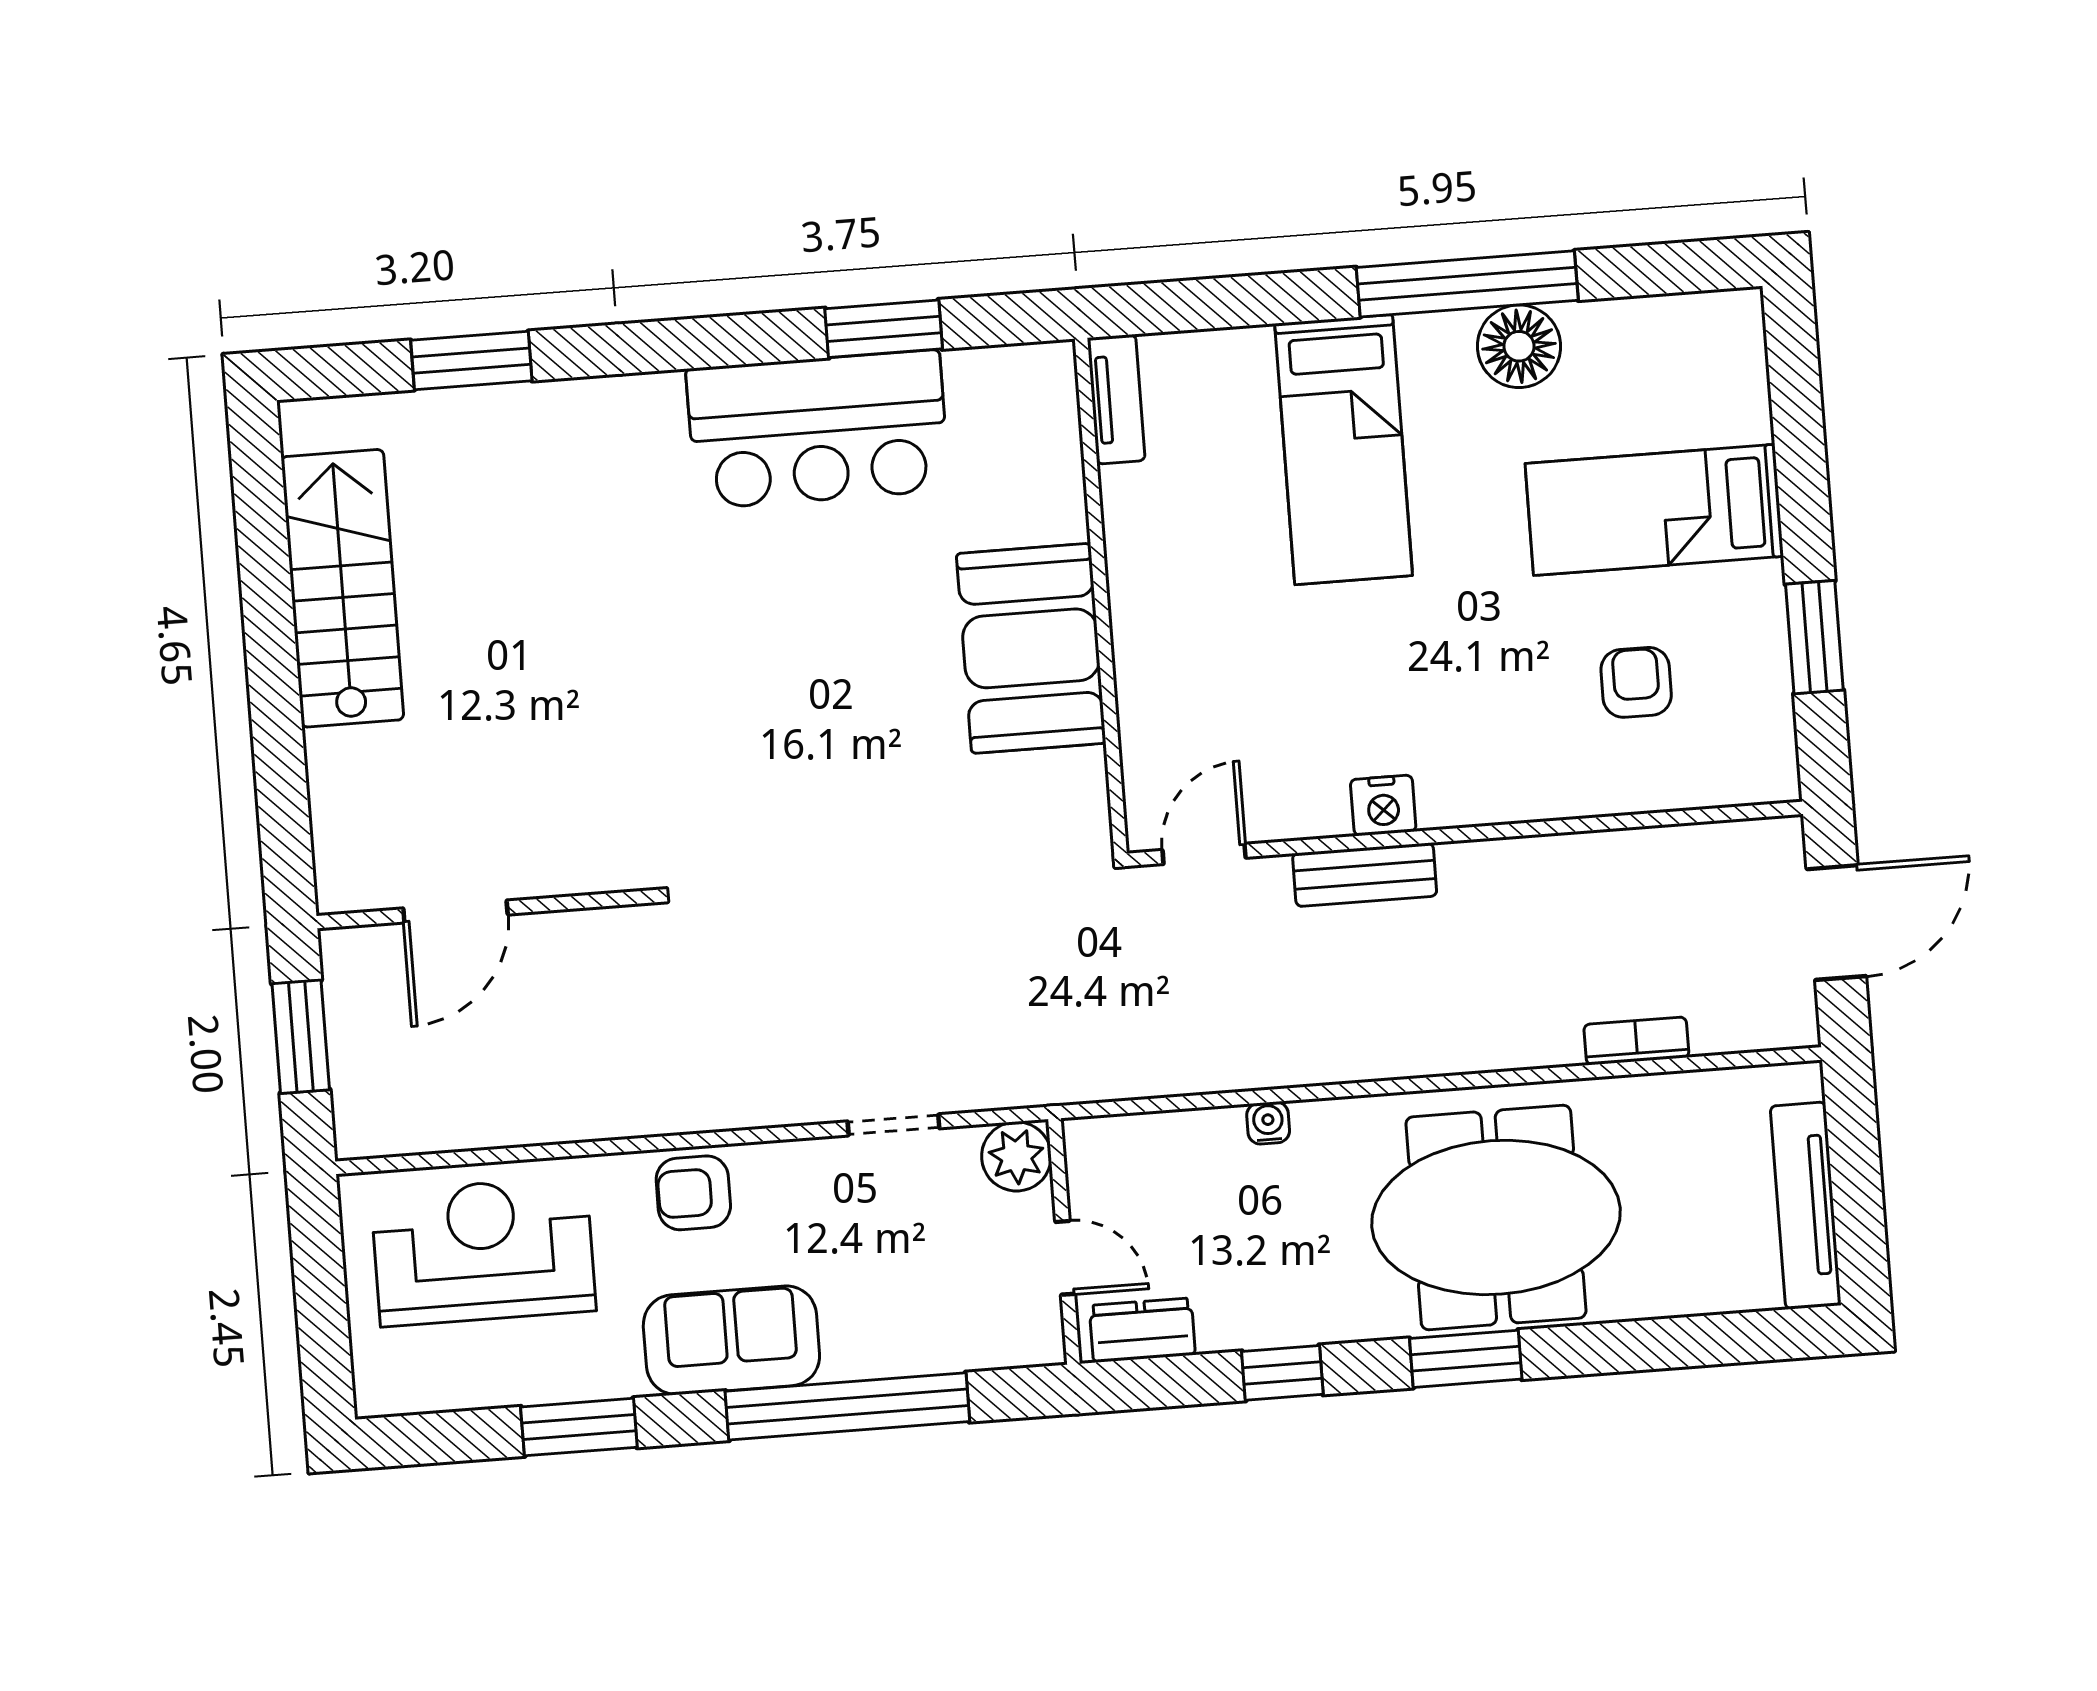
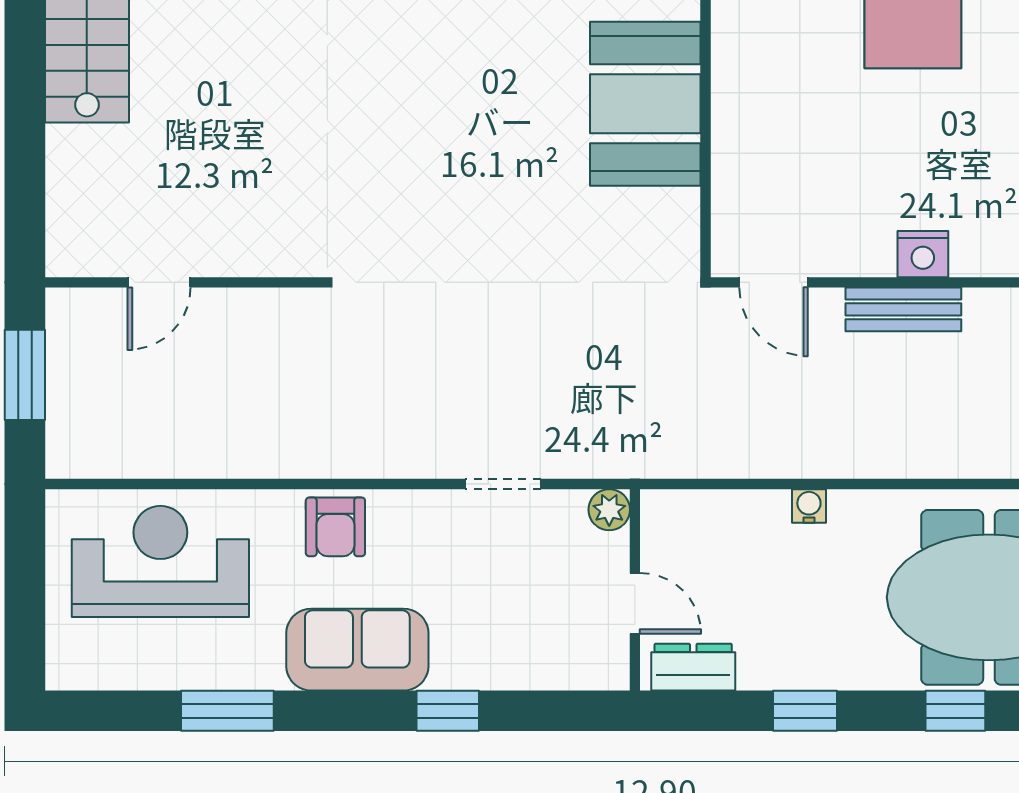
door: (1204, 854) -> (774, 282), swing flipped
door: (455, 911) -> (159, 282), width x0.73
plant: (1016, 1156) -> (609, 510), width x0.73, depth x0.73
armchair: (693, 1193) -> (335, 527), turned -90
window: (1466, 1359) -> (955, 711), width x0.67
window: (847, 1406) -> (448, 711), width x0.32

